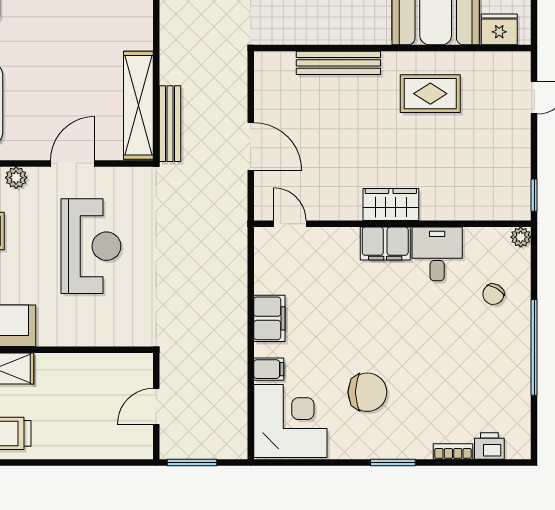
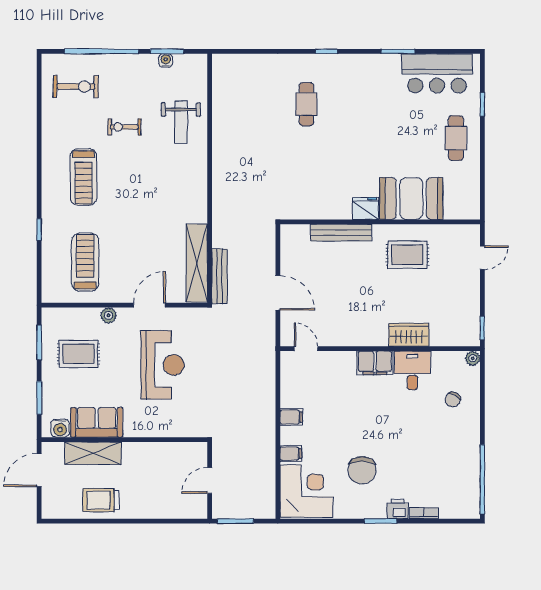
fridge: (499, 29) -> (365, 208), moved
wardrobe: (391, 205) -> (409, 335), moved
filing cabinet: (269, 318) -> (291, 417), width x0.50
window: (534, 347) -> (482, 479), moved
chair: (367, 392) -> (362, 470), turned 90
printer: (489, 446) -> (398, 509), moved

